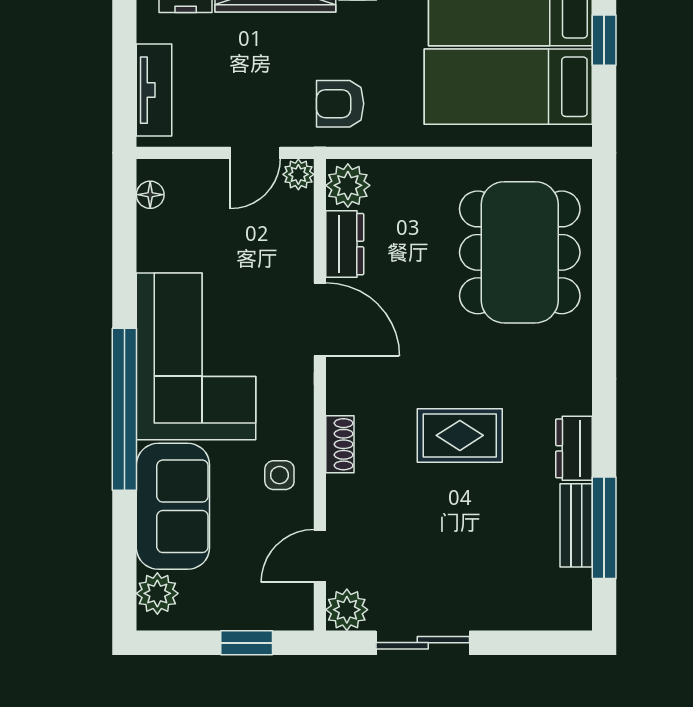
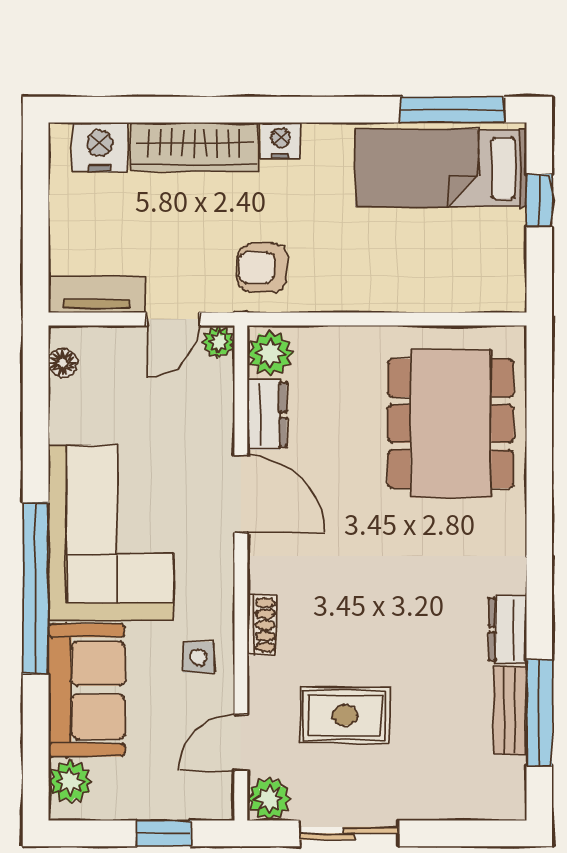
bed: (508, 87) -> (439, 250), removed
tv unit: (154, 90) -> (97, 294), moved, turned -90
rug: (460, 435) -> (345, 715), moved

